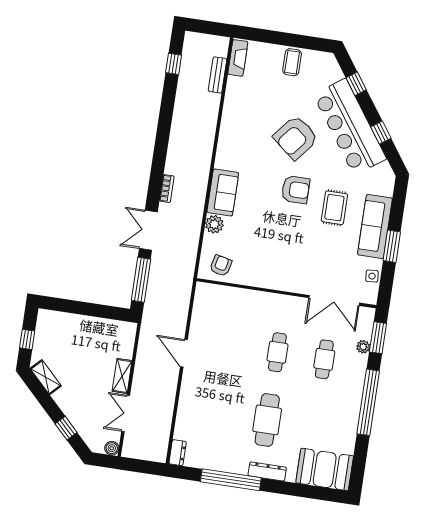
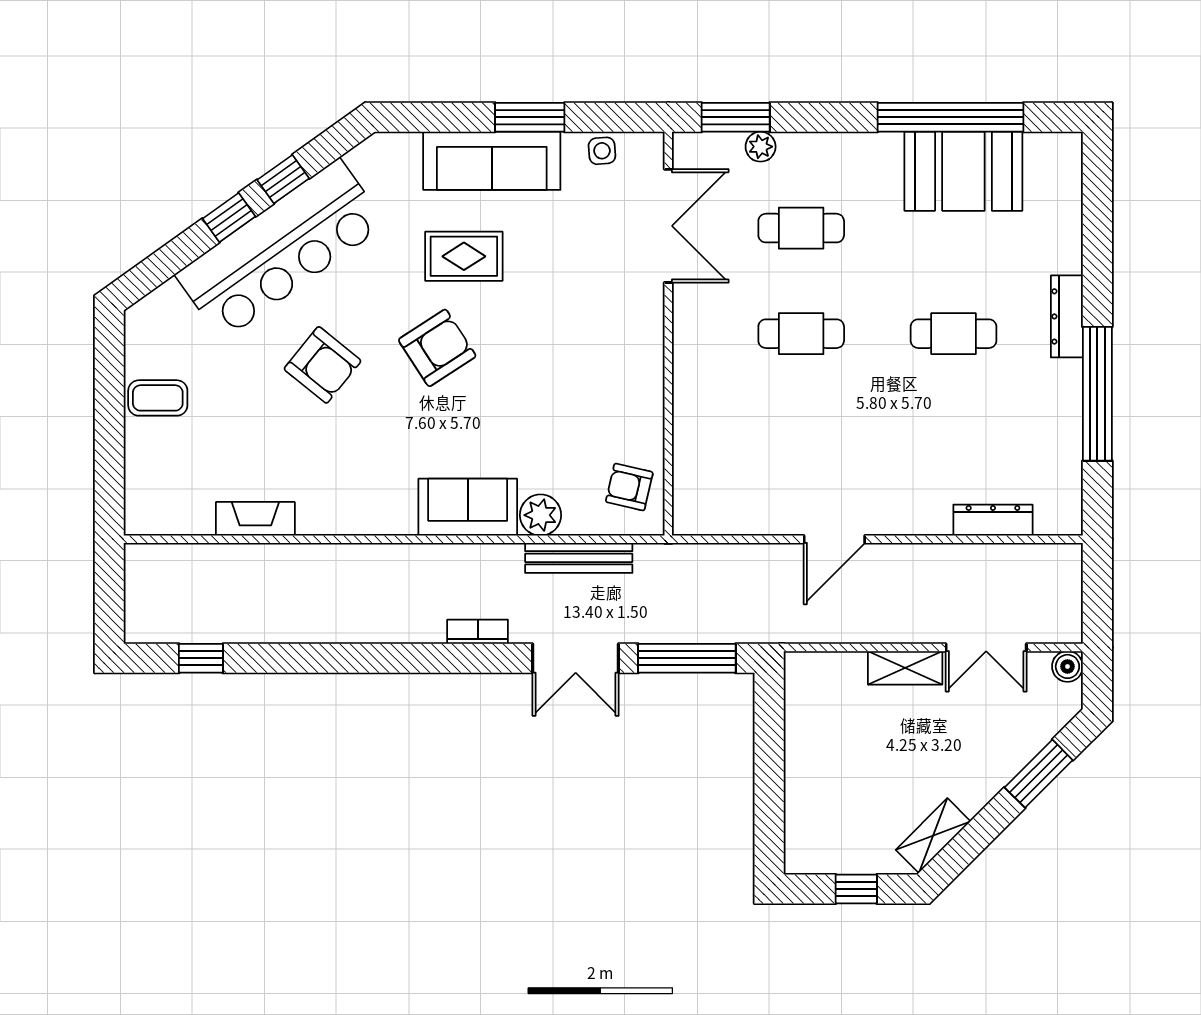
fireplace: (238, 58) -> (255, 519), moved
bench: (218, 75) -> (579, 558), moved, width x1.36
window: (356, 84) -> (229, 218), moved
armchair: (296, 138) -> (323, 365), width x0.73, depth x0.73
armchair: (296, 190) -> (437, 348), turned 57
window: (368, 402) -> (950, 117), moved
cafe table: (267, 420) -> (954, 334), width x0.73, depth x0.74
window: (66, 428) -> (1039, 774), width x1.50
dresser: (178, 453) -> (993, 520), moved, width x1.44
booth: (325, 469) -> (963, 171), moved, turned 90

